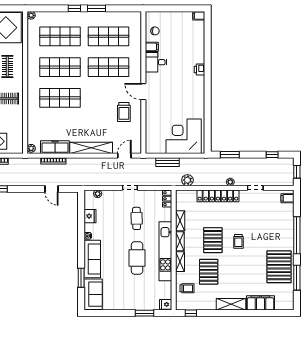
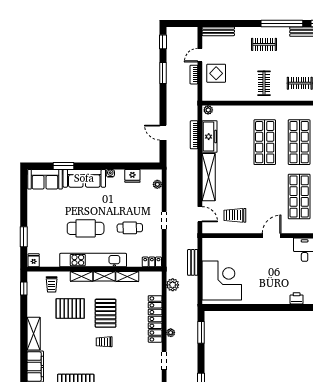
trolley: (124, 112) -> (235, 215), moved
door: (51, 189) -> (163, 133), hinge flipped
pallet: (213, 240) -> (106, 313), turned 90

